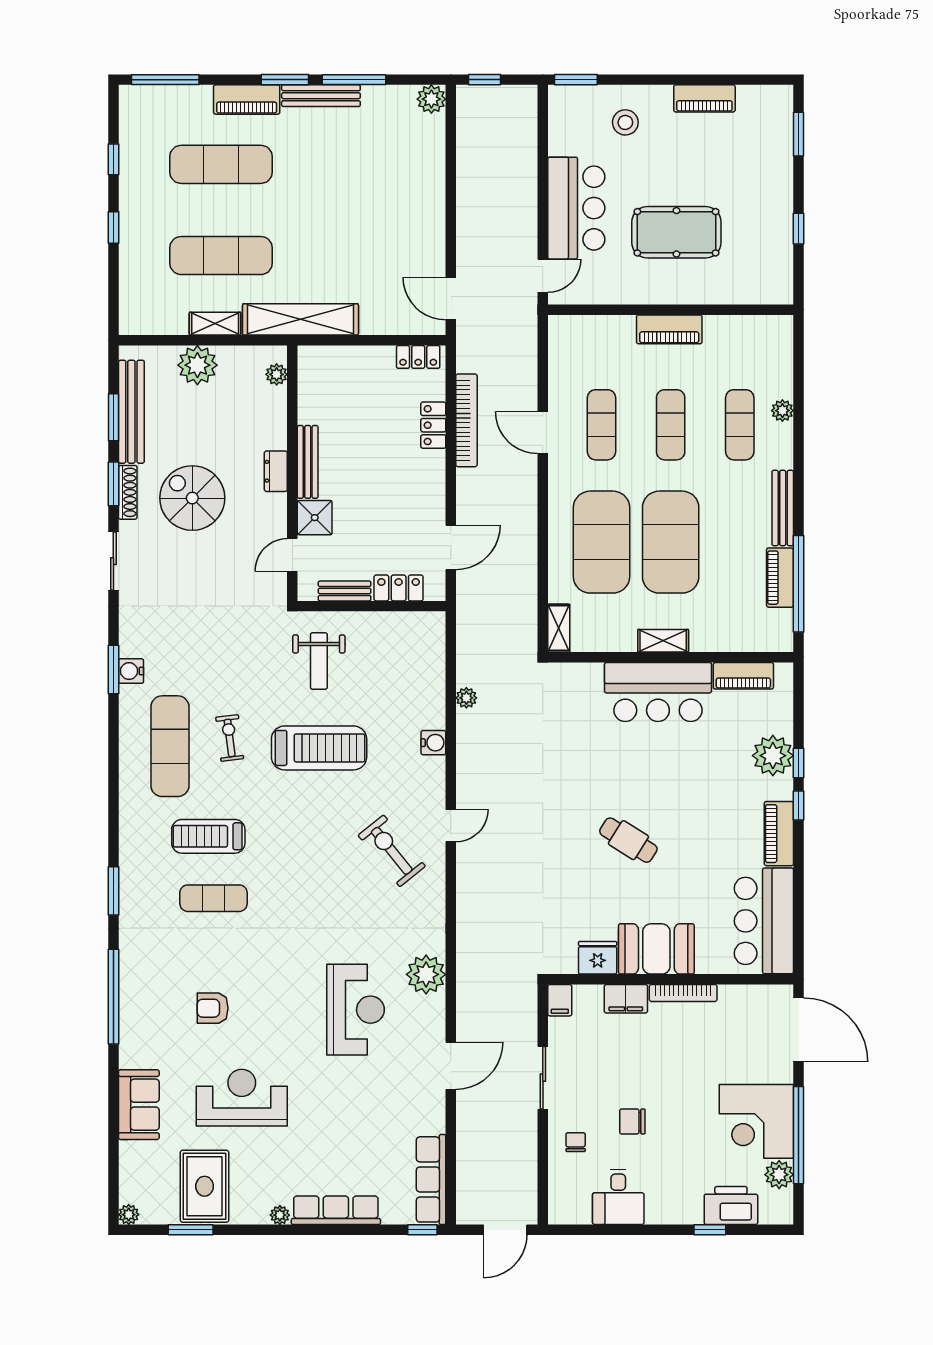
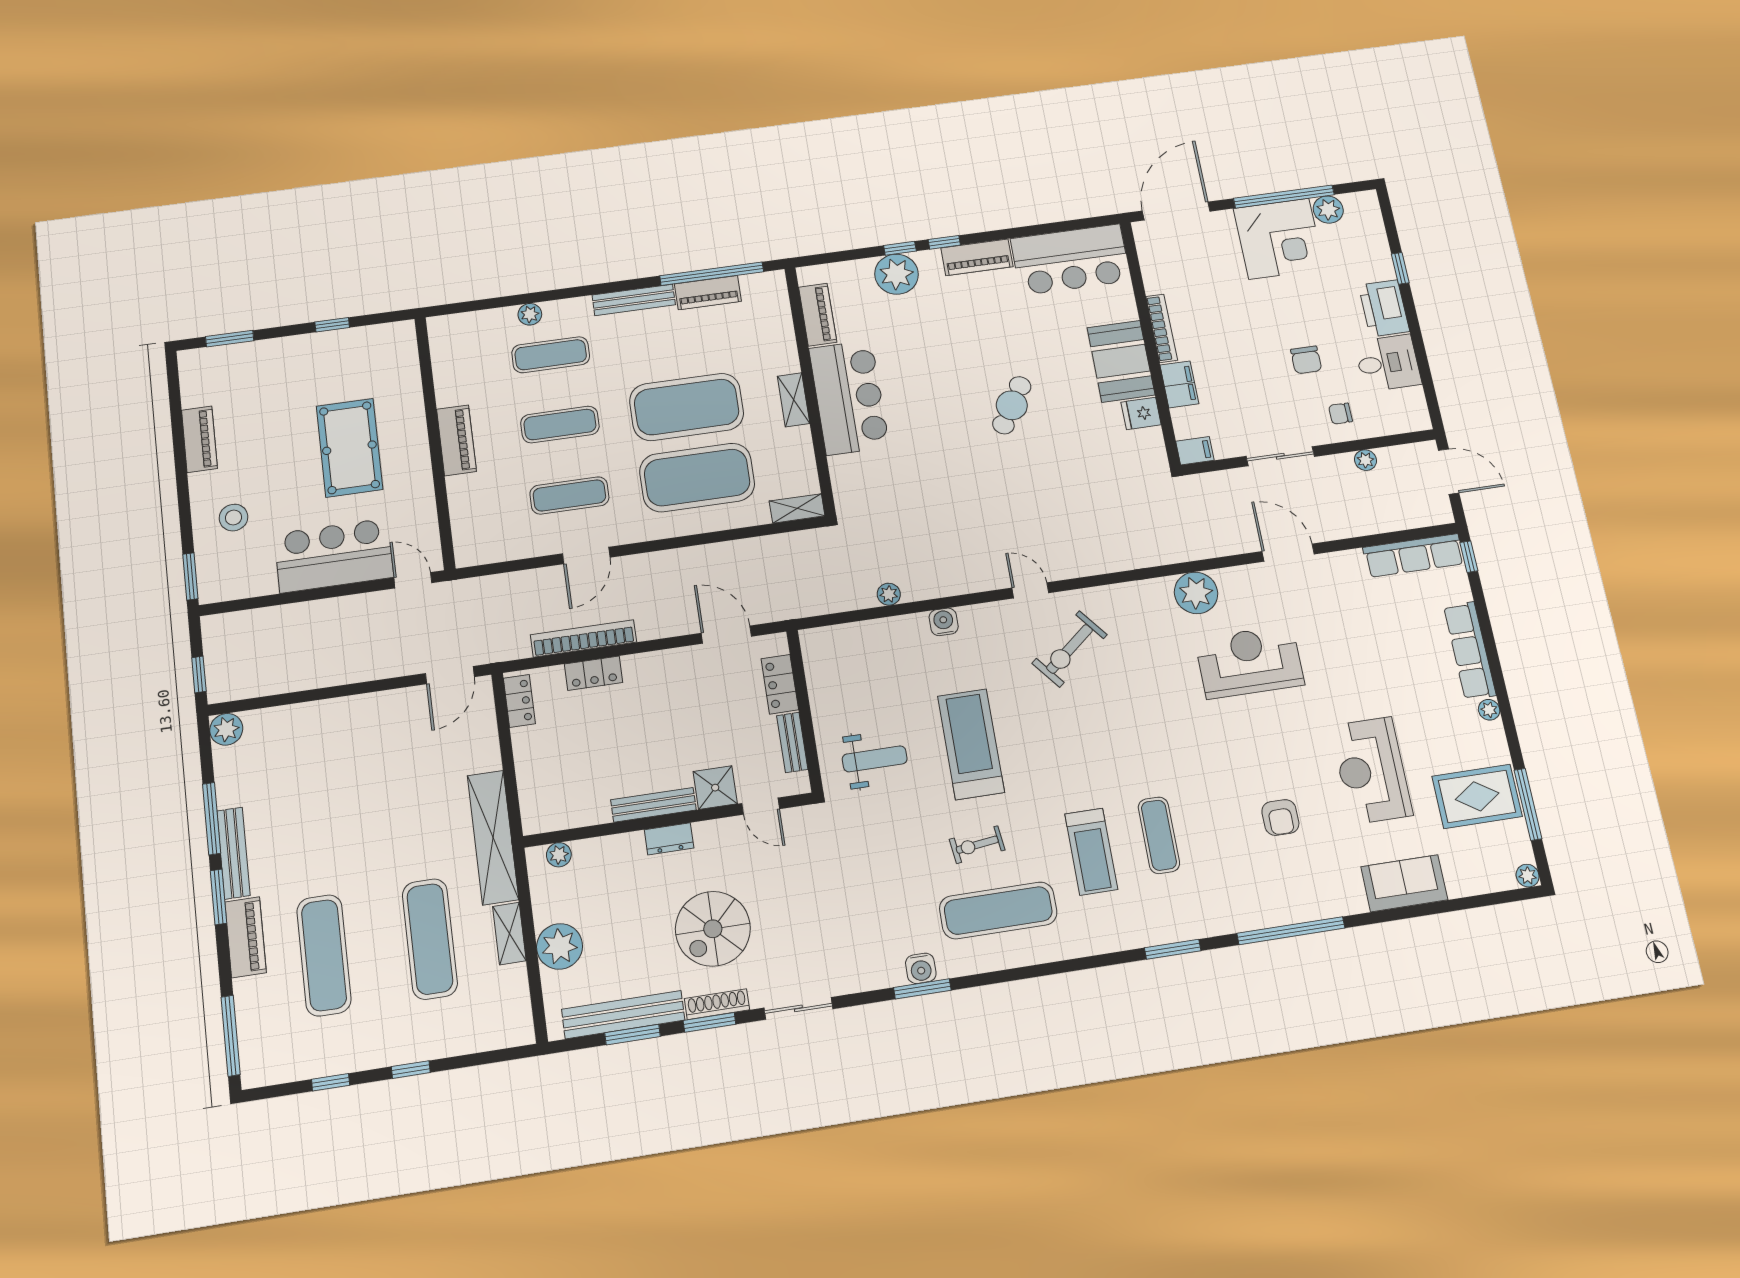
fridge: (598, 958) -> (1141, 413), width x0.72
plant: (528, 1155) -> (1365, 460), added
printer: (731, 1205) -> (1384, 308), moved
window: (191, 1230) -> (1528, 804), width x1.44

